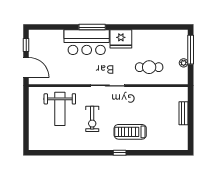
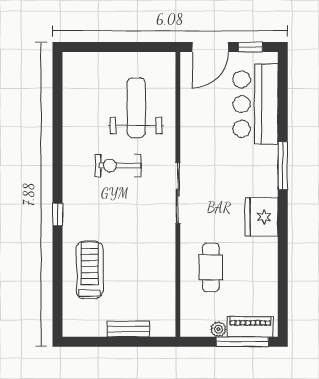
bar counter: (87, 42) -> (256, 104), moved
piano: (182, 45) -> (250, 327), added
weight bench: (60, 109) -> (136, 108), turned 90
treadmill: (130, 132) -> (90, 270), moved

